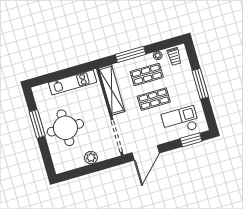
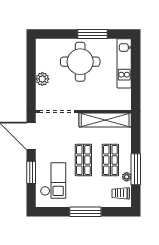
window: (131, 54) -> (136, 169), moved
kitchen unit: (73, 82) -> (124, 63), moved
window: (191, 140) -> (31, 172), moved

